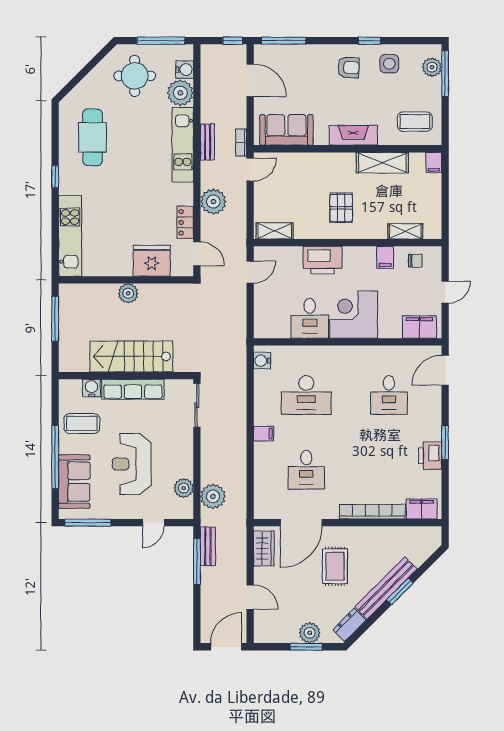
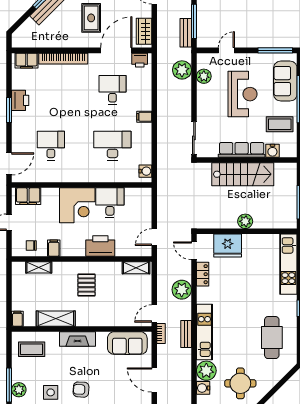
printer: (270, 510) -> (140, 60), added

